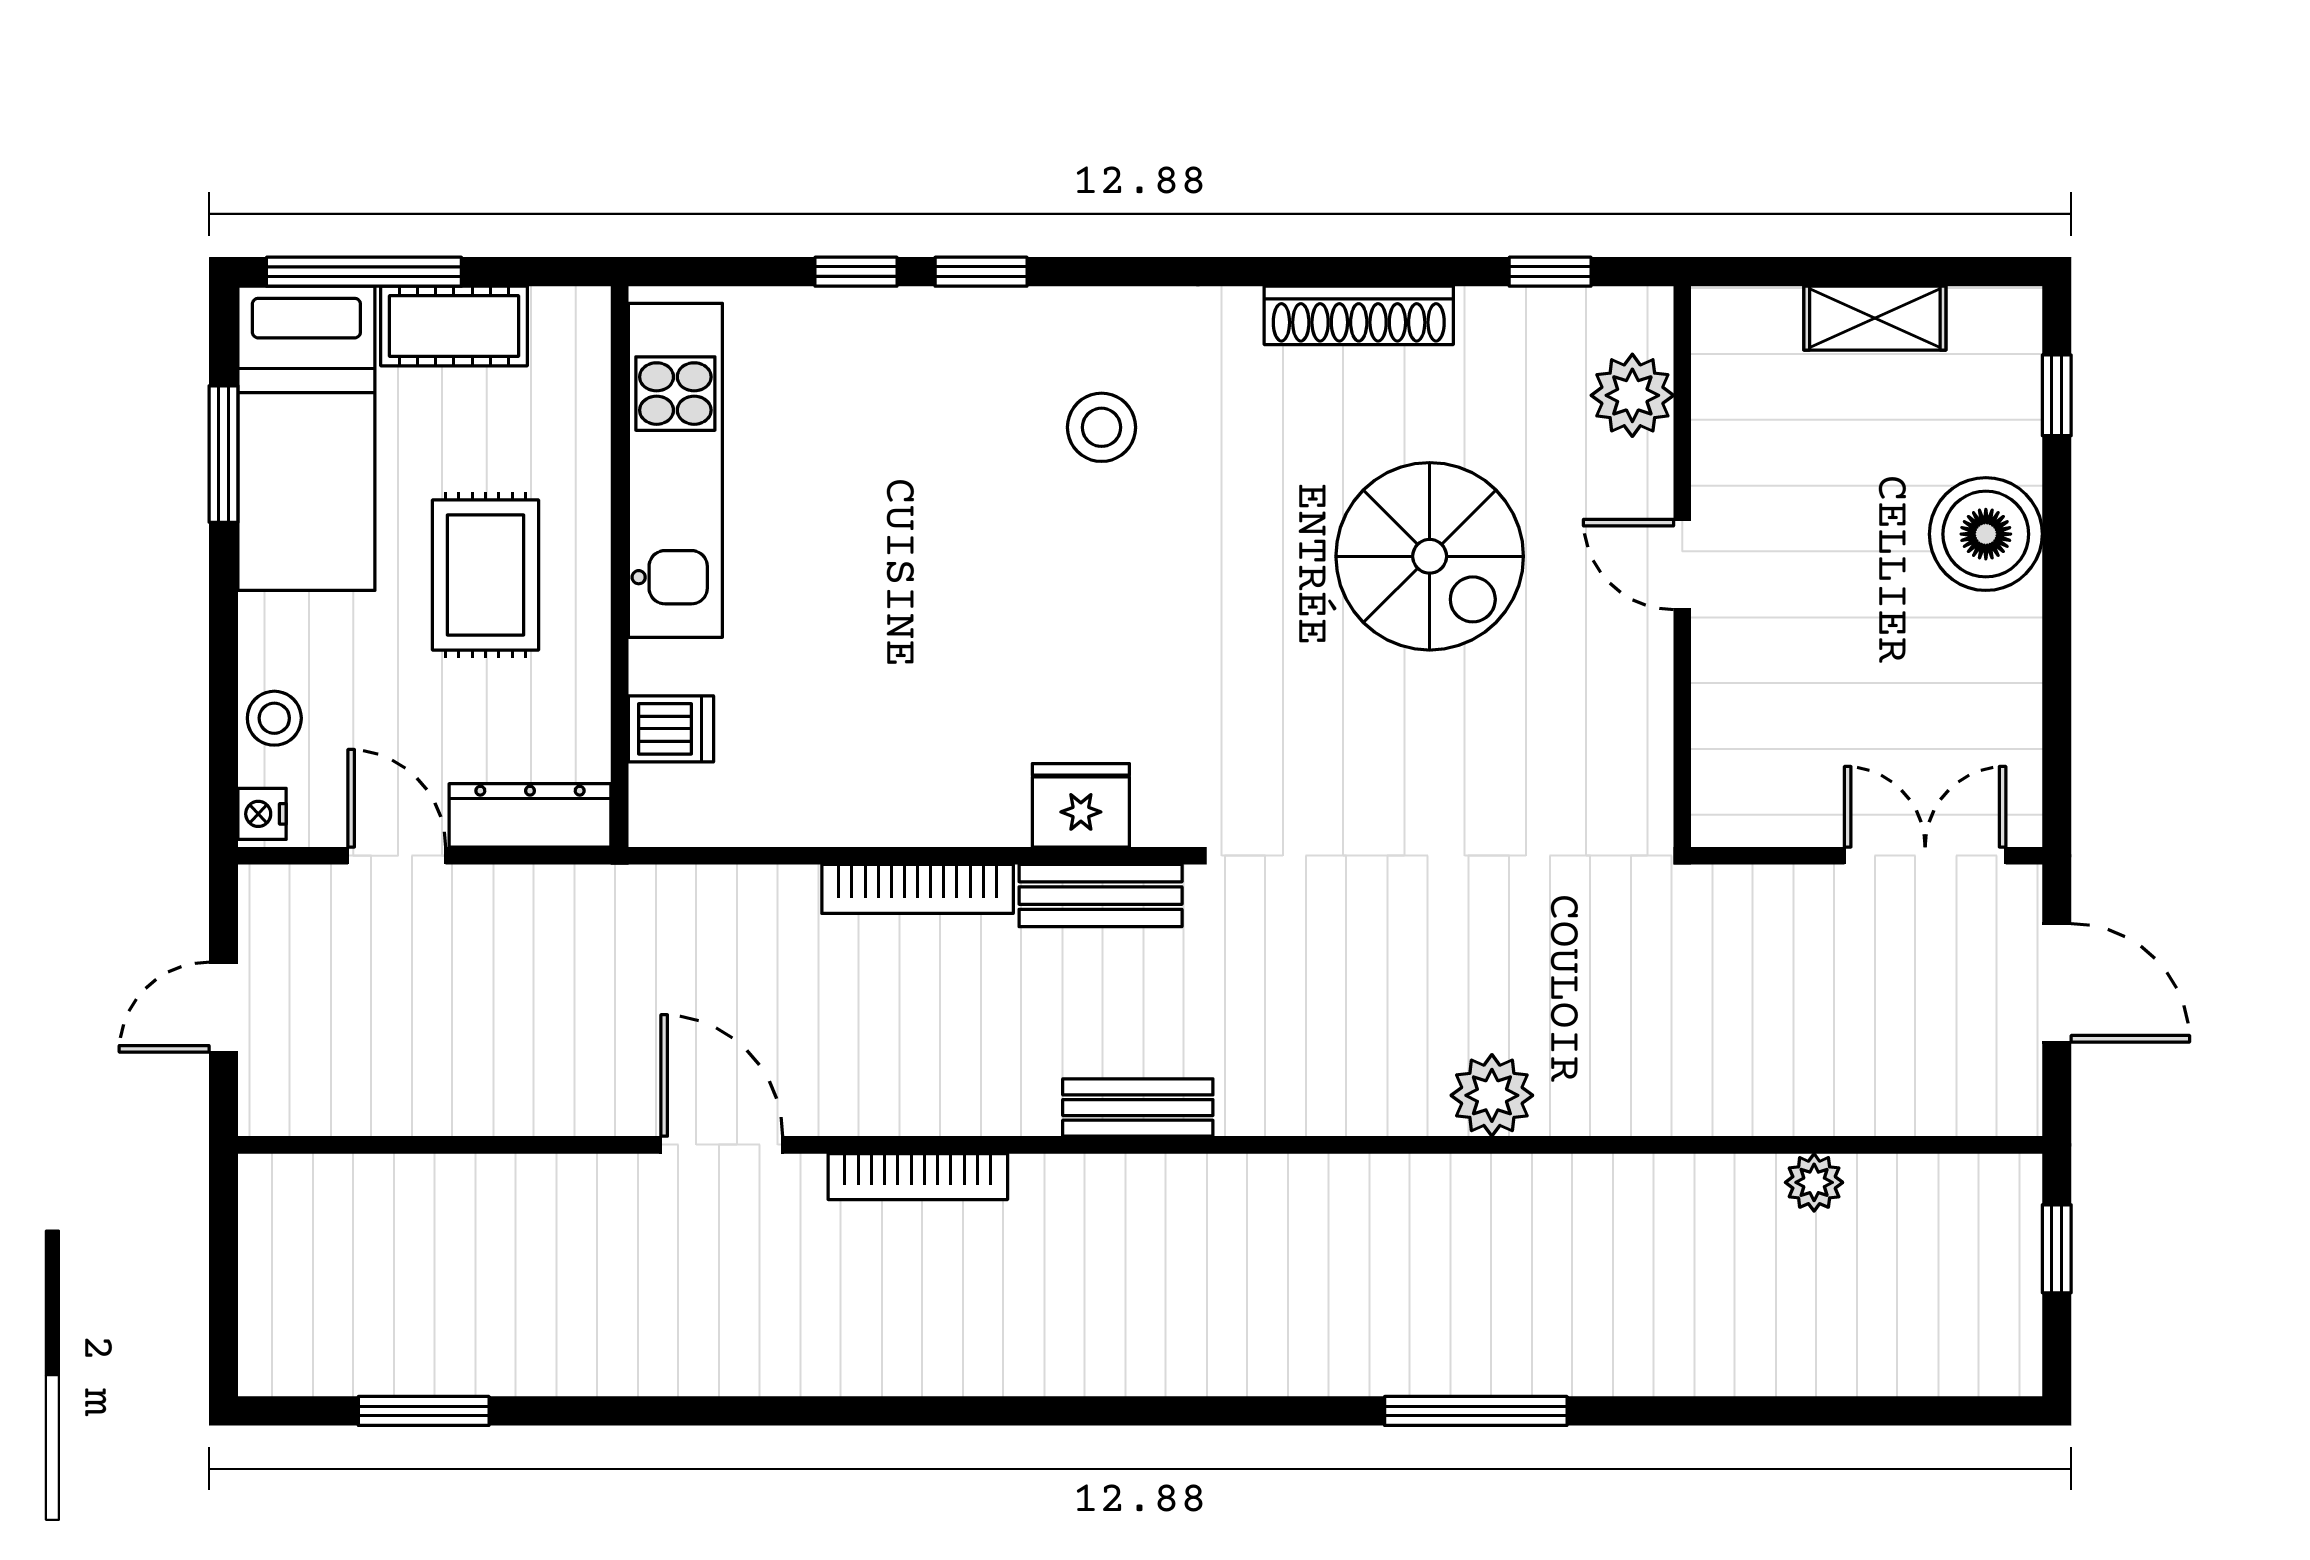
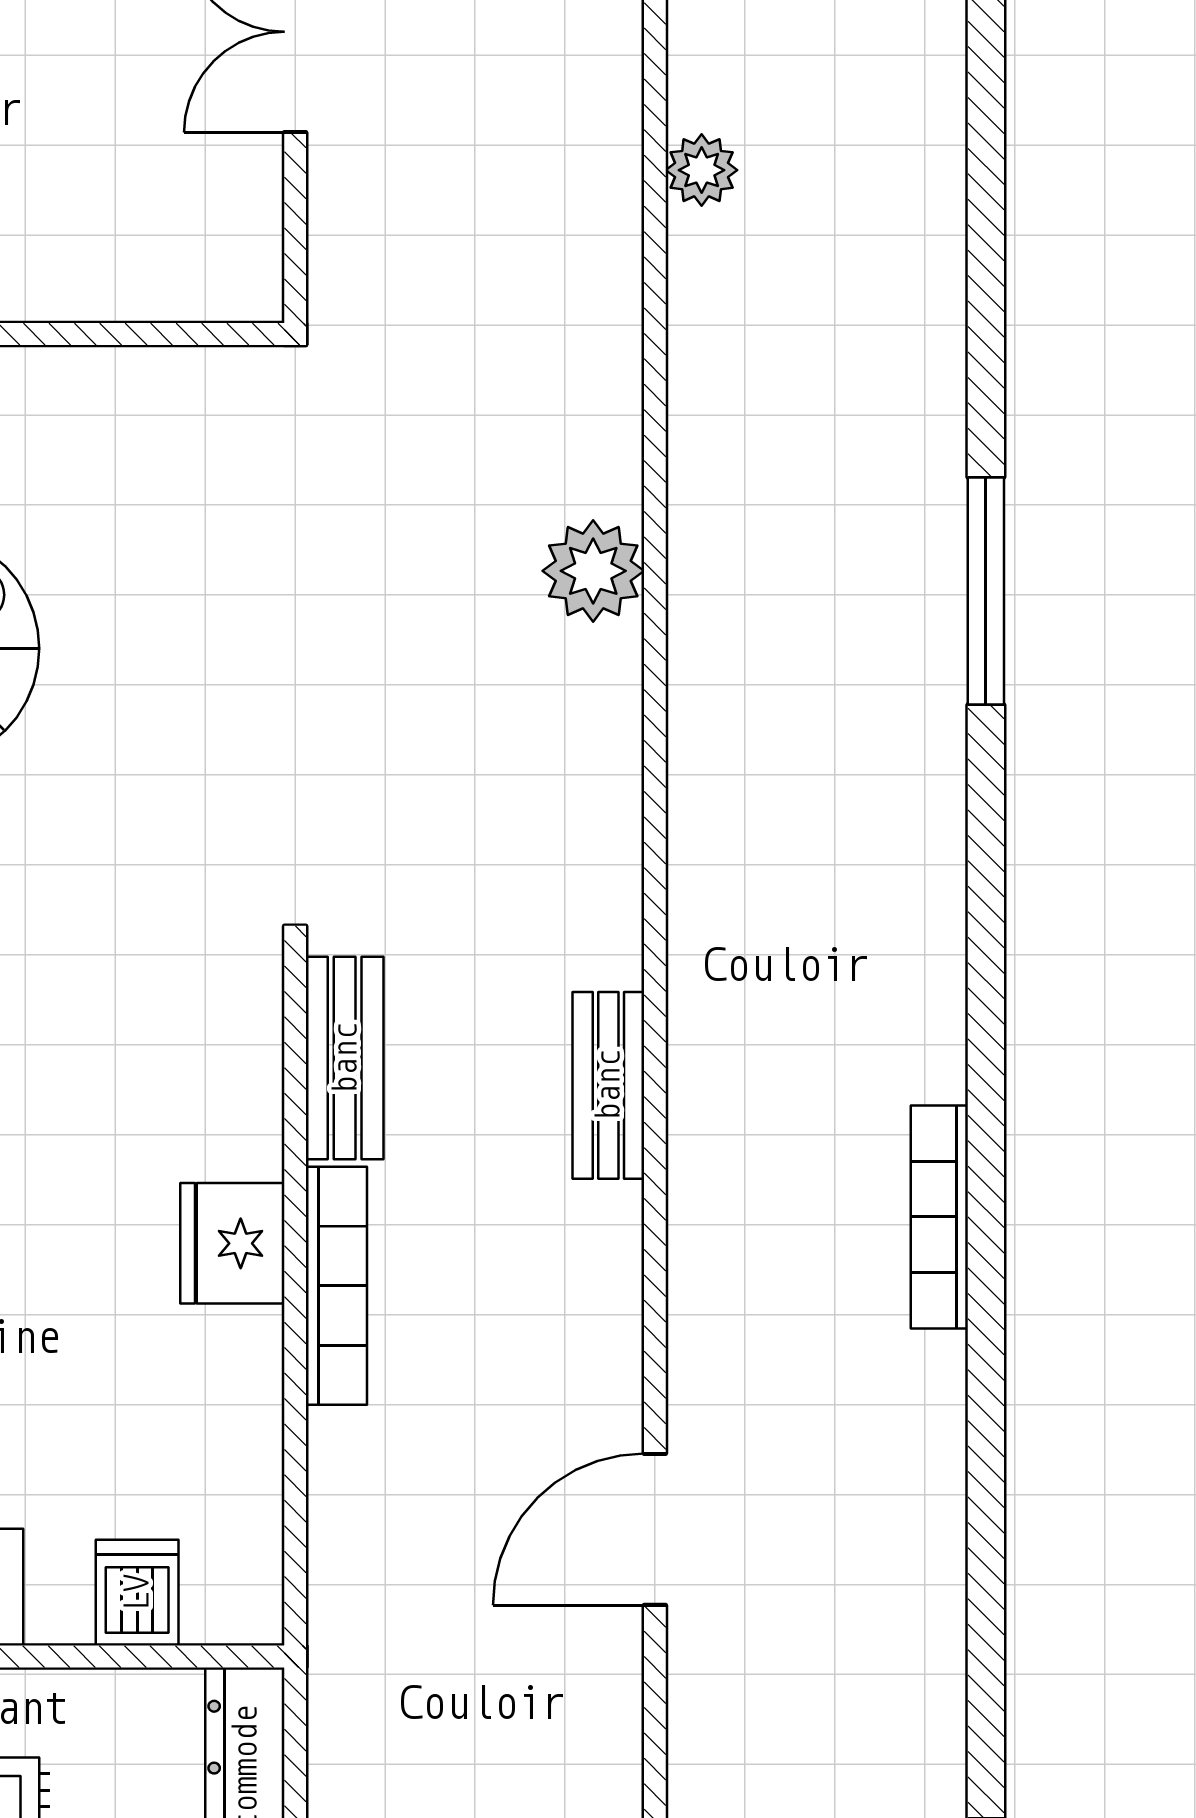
fridge: (1081, 805) -> (232, 1243), moved
bench: (1138, 1108) -> (608, 1085), moved
bookcase: (918, 1177) -> (939, 1217), moved, turned 180

